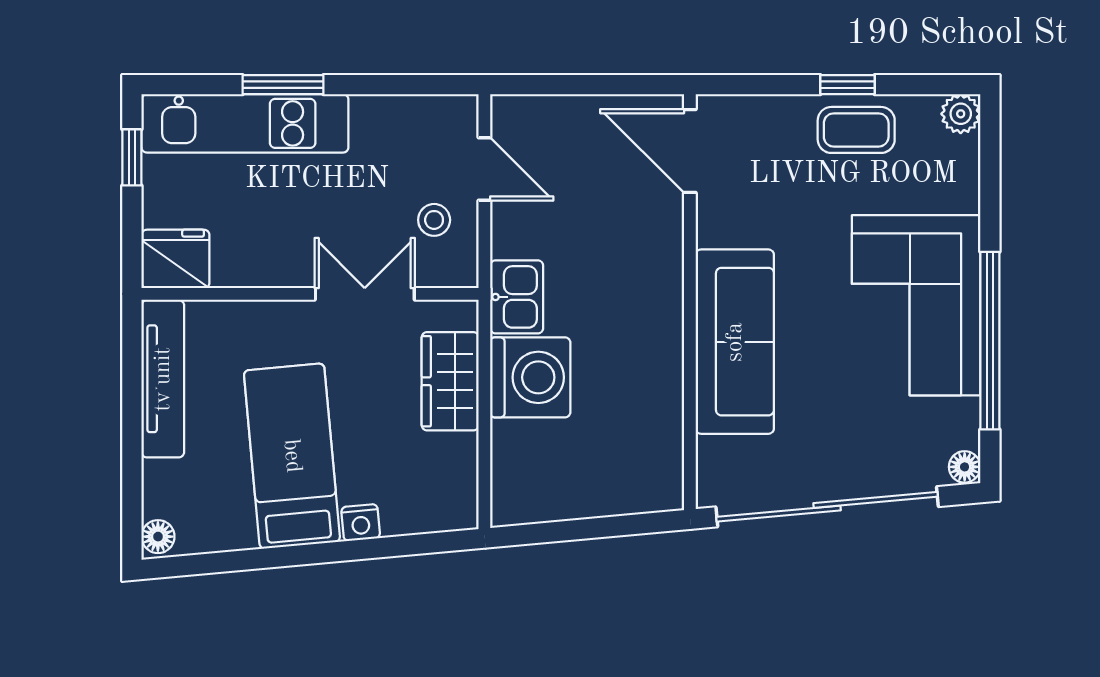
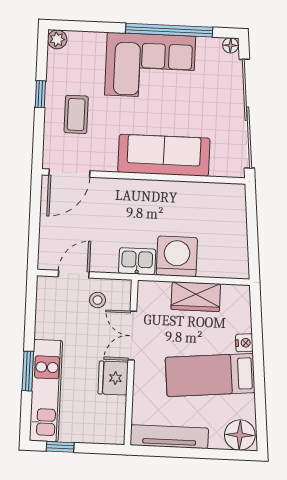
coffee table: (856, 130) -> (76, 114), moved
fridge: (175, 259) -> (113, 378), moved
wardrobe: (450, 381) -> (196, 297), moved
floor lamp: (158, 537) -> (240, 435), width x1.89, depth x1.89

